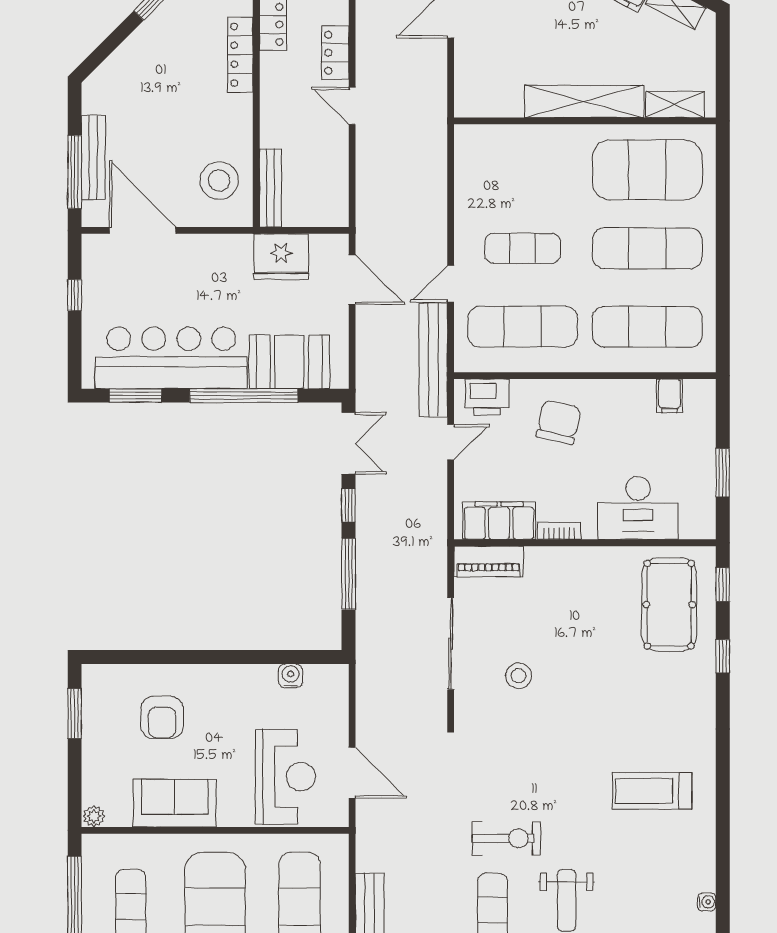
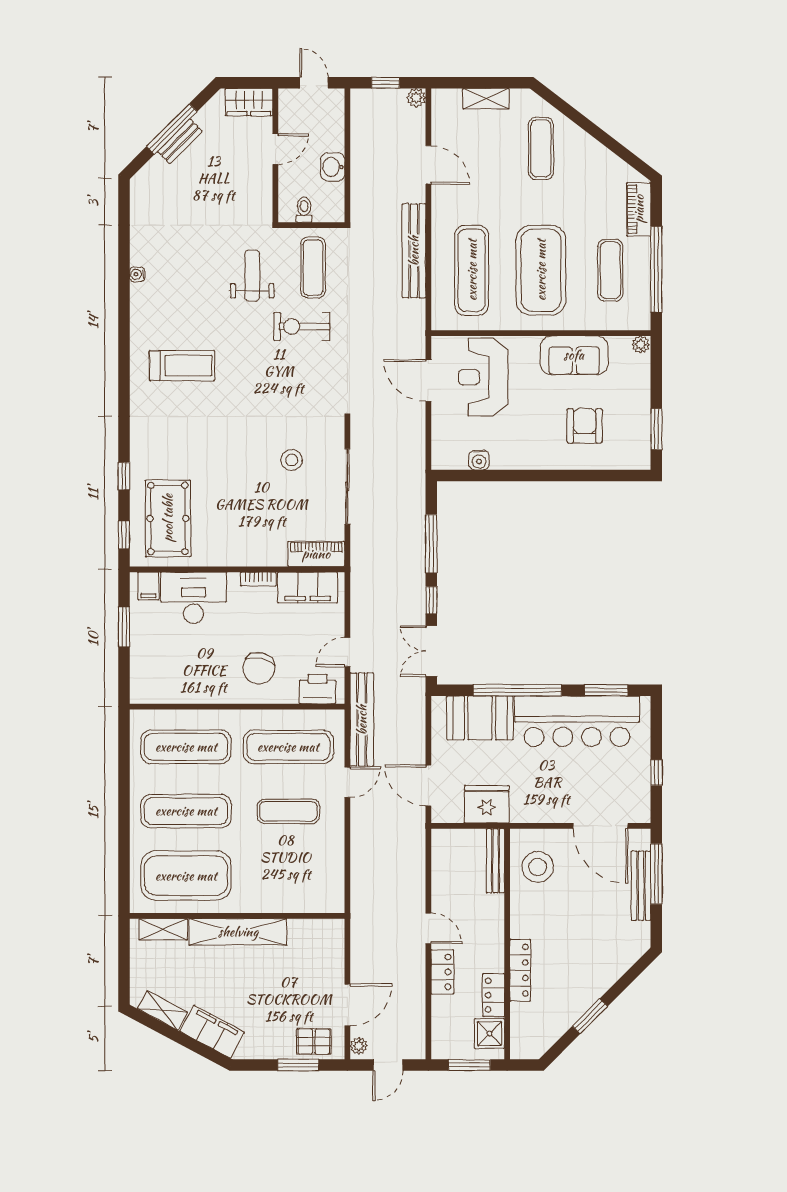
filing cabinet: (669, 396) -> (148, 586), moved, turned 180

